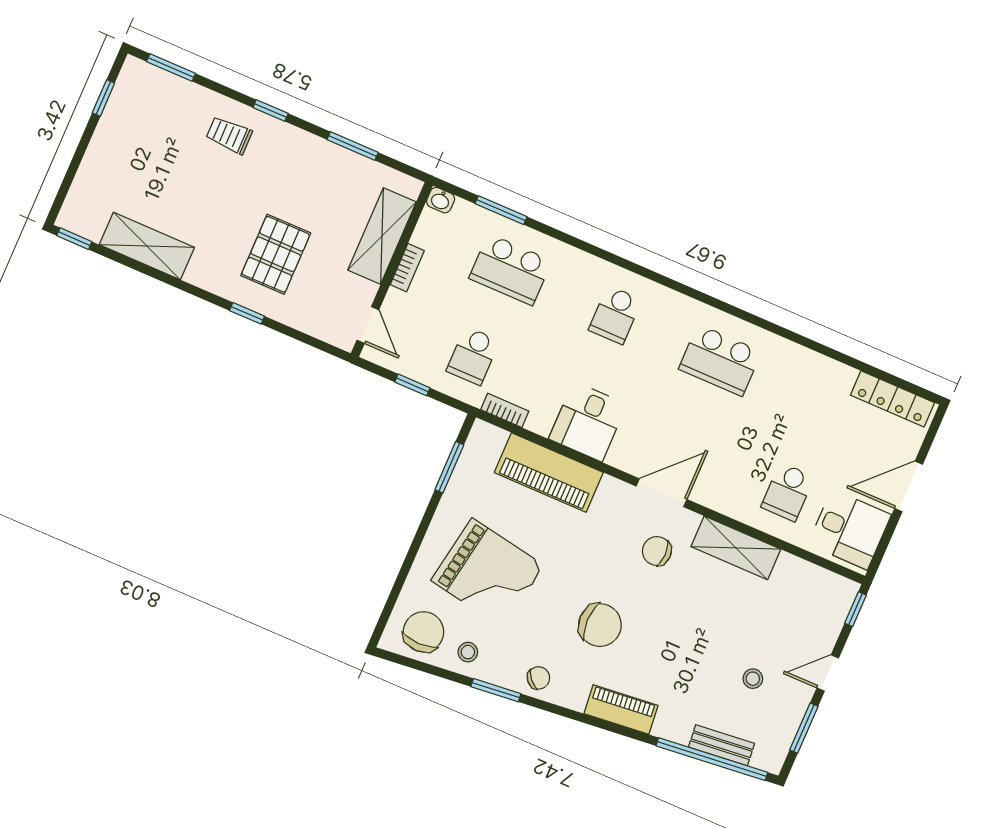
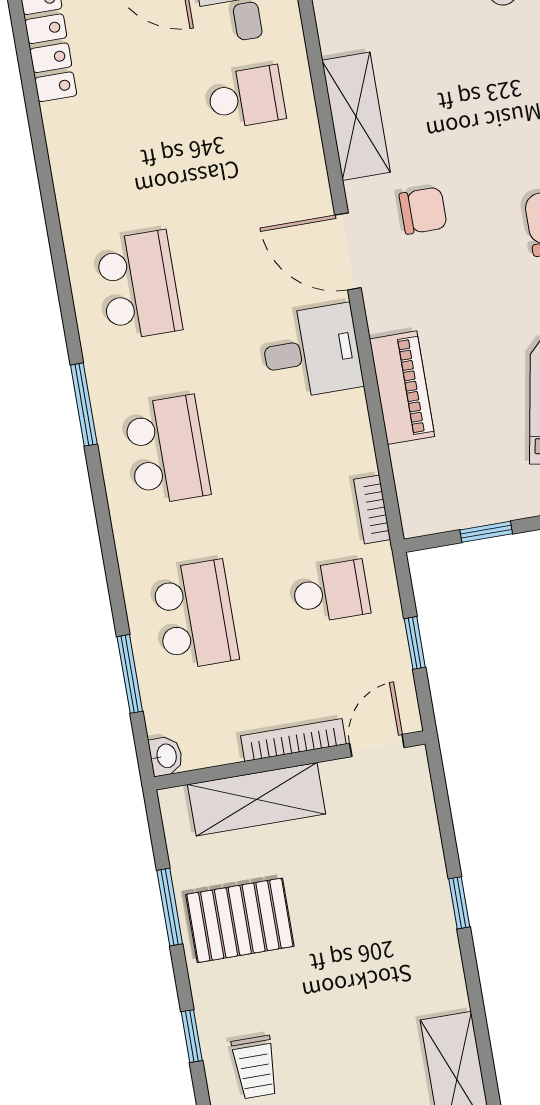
pallet: (276, 254) -> (240, 920), moved
bookcase: (407, 268) -> (293, 740), width x1.56
window: (672, 284) -> (84, 405), added
school desk: (615, 315) -> (167, 450), width x1.85
desk: (588, 422) -> (311, 352), moved
window: (449, 467) -> (486, 532), width x0.67
piano: (549, 472) -> (402, 388), width x0.73, depth x0.75
chair: (657, 551) -> (423, 211), turned -90

